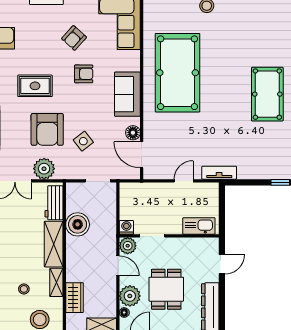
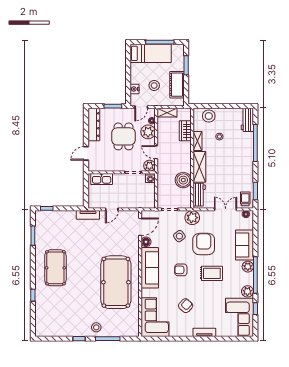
armchair: (84, 74) -> (181, 270), moved
sofa: (127, 94) -> (150, 268), width x1.36
door: (142, 155) -> (140, 227), hinge flipped
plant: (44, 169) -> (192, 218), moved

